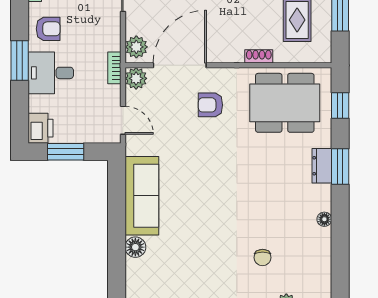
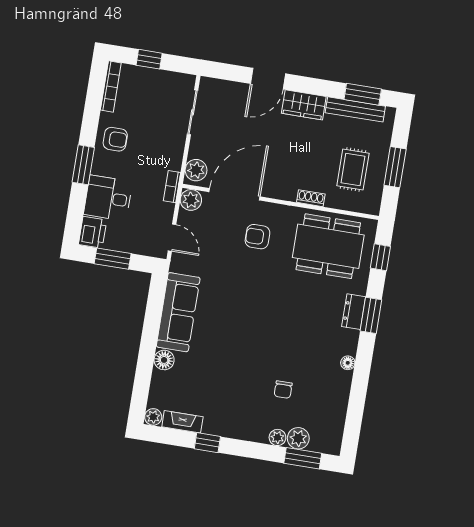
desk: (51, 73) -> (108, 198), moved

